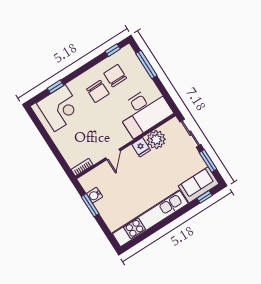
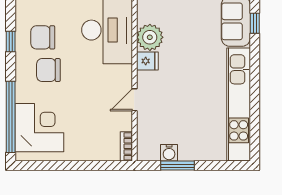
window: (113, 50) -> (11, 41), moved
window: (55, 87) -> (11, 117), width x3.17
chair: (98, 91) -> (48, 70), turned 180
door: (113, 154) -> (134, 100), swing flipped

